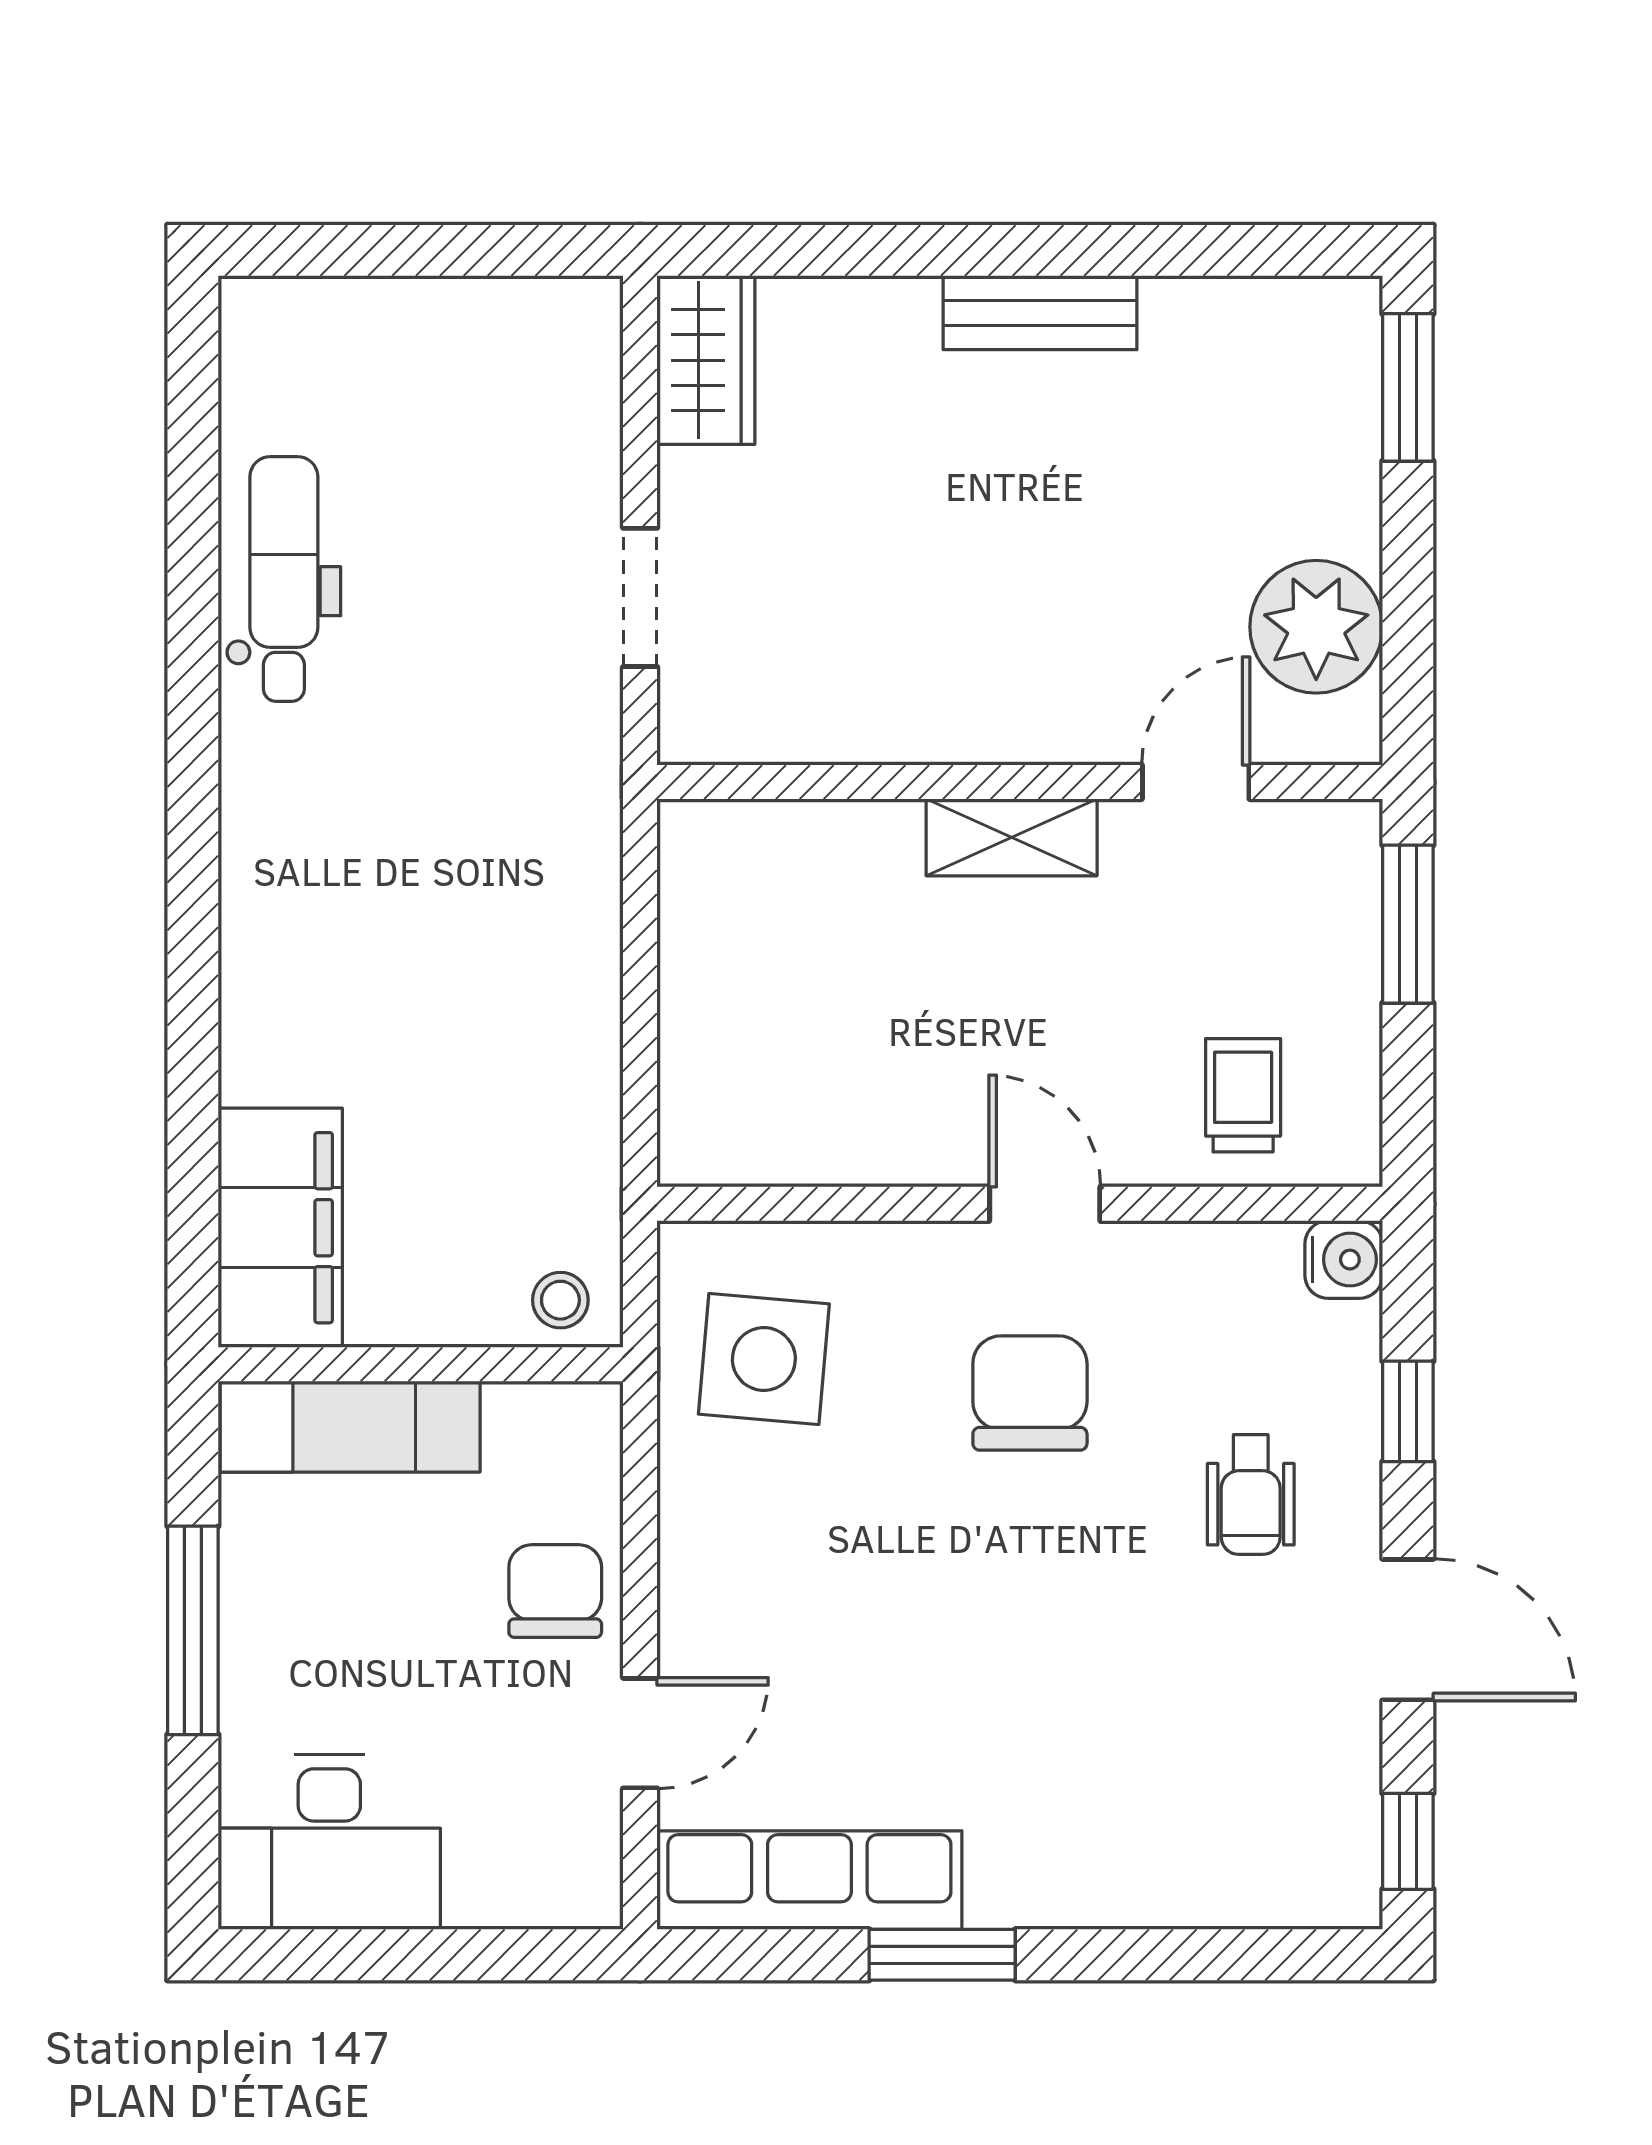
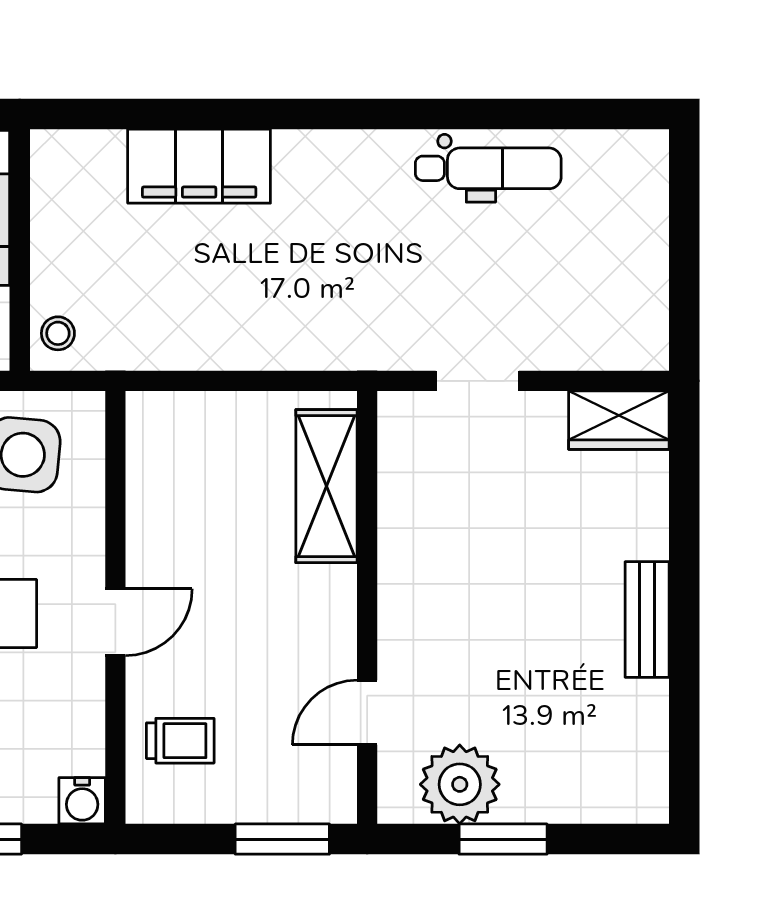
window: (1408, 387) -> (503, 839), moved
door: (1196, 782) -> (367, 712), swing flipped
shelving: (1012, 837) -> (326, 486), moved, width x1.50, depth x1.33
filing cabinet: (280, 1228) -> (199, 166), moved

